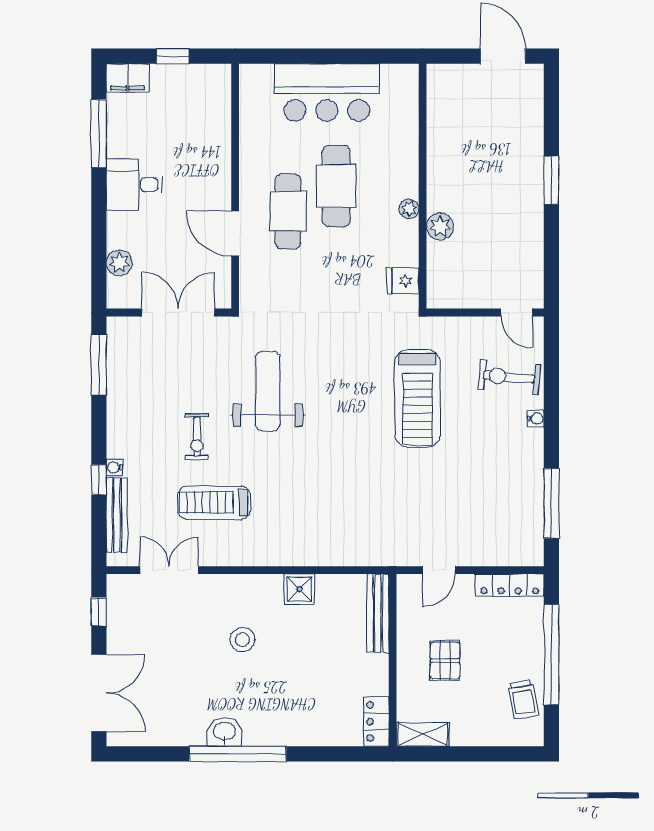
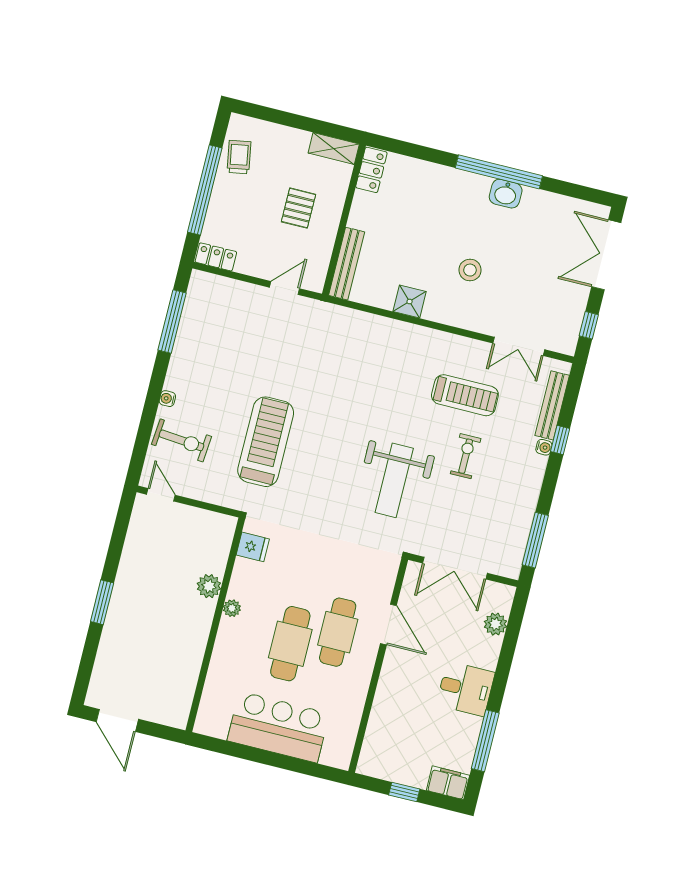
locker: (510, 585) -> (216, 257), width x0.66

